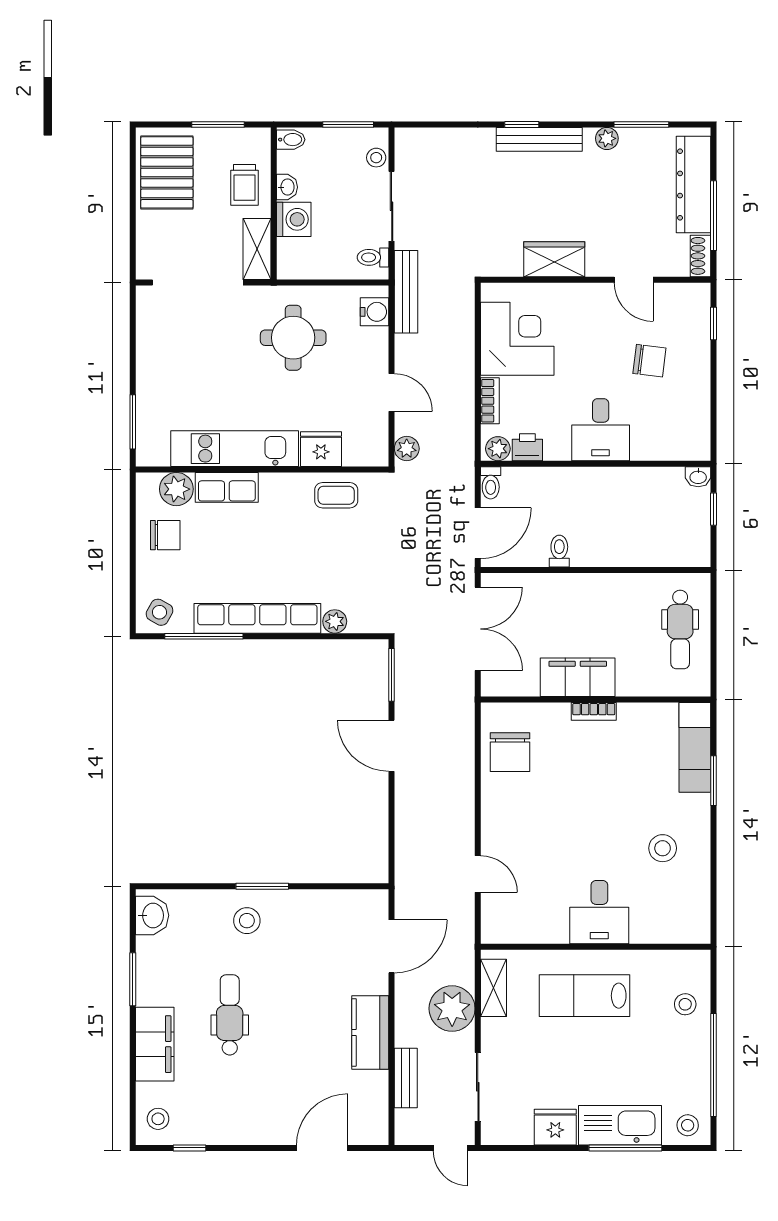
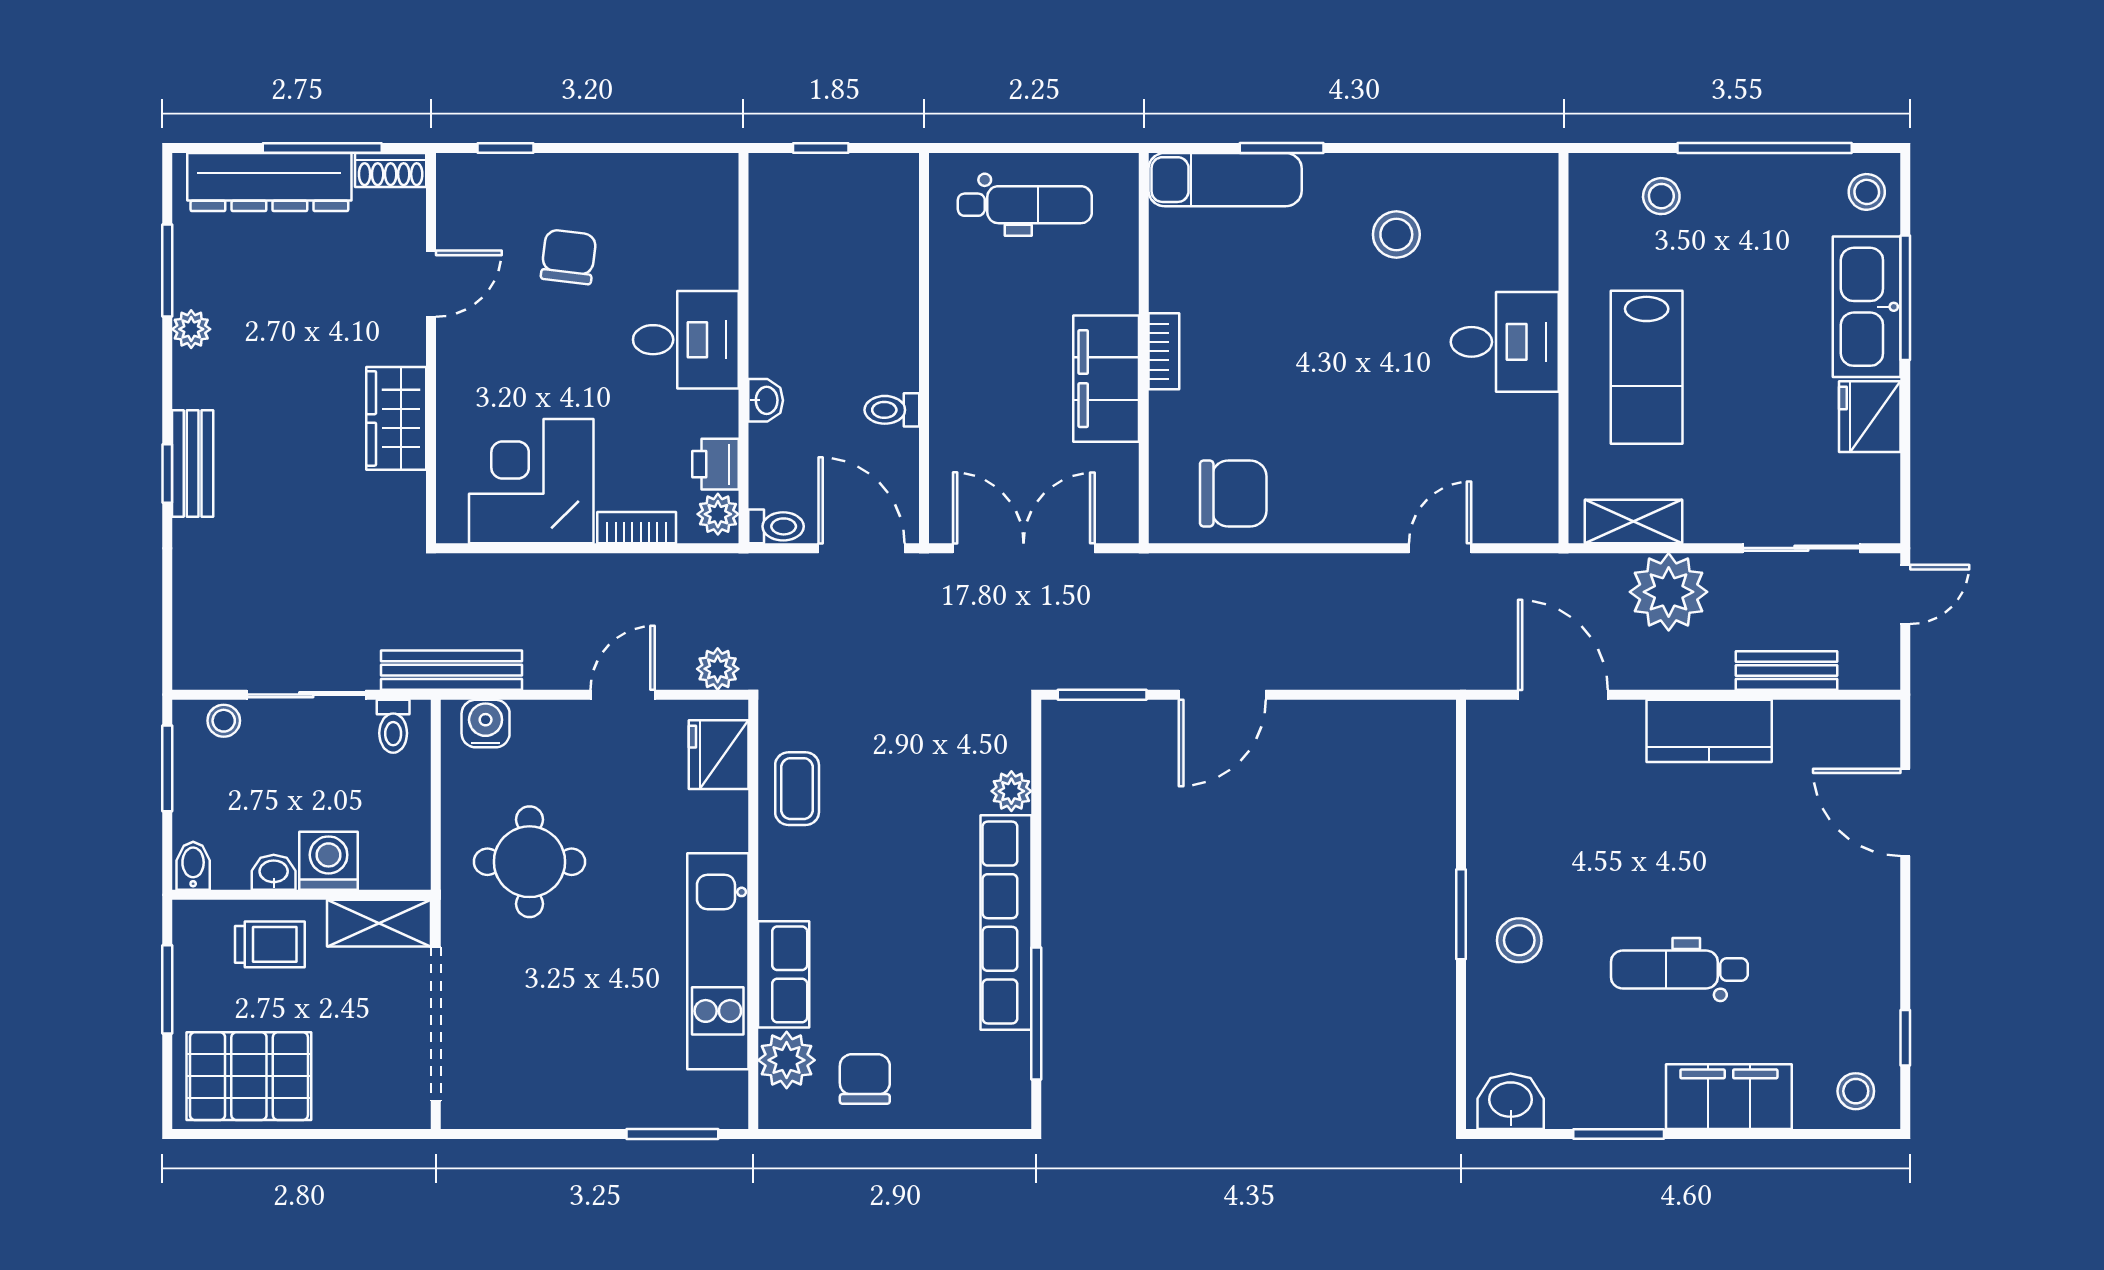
bench: (539, 139) -> (193, 463), width x0.73
fridge: (321, 449) -> (719, 755), moved
washbasin: (698, 477) -> (766, 400), moved
side table: (160, 612) -> (996, 1089), removed

